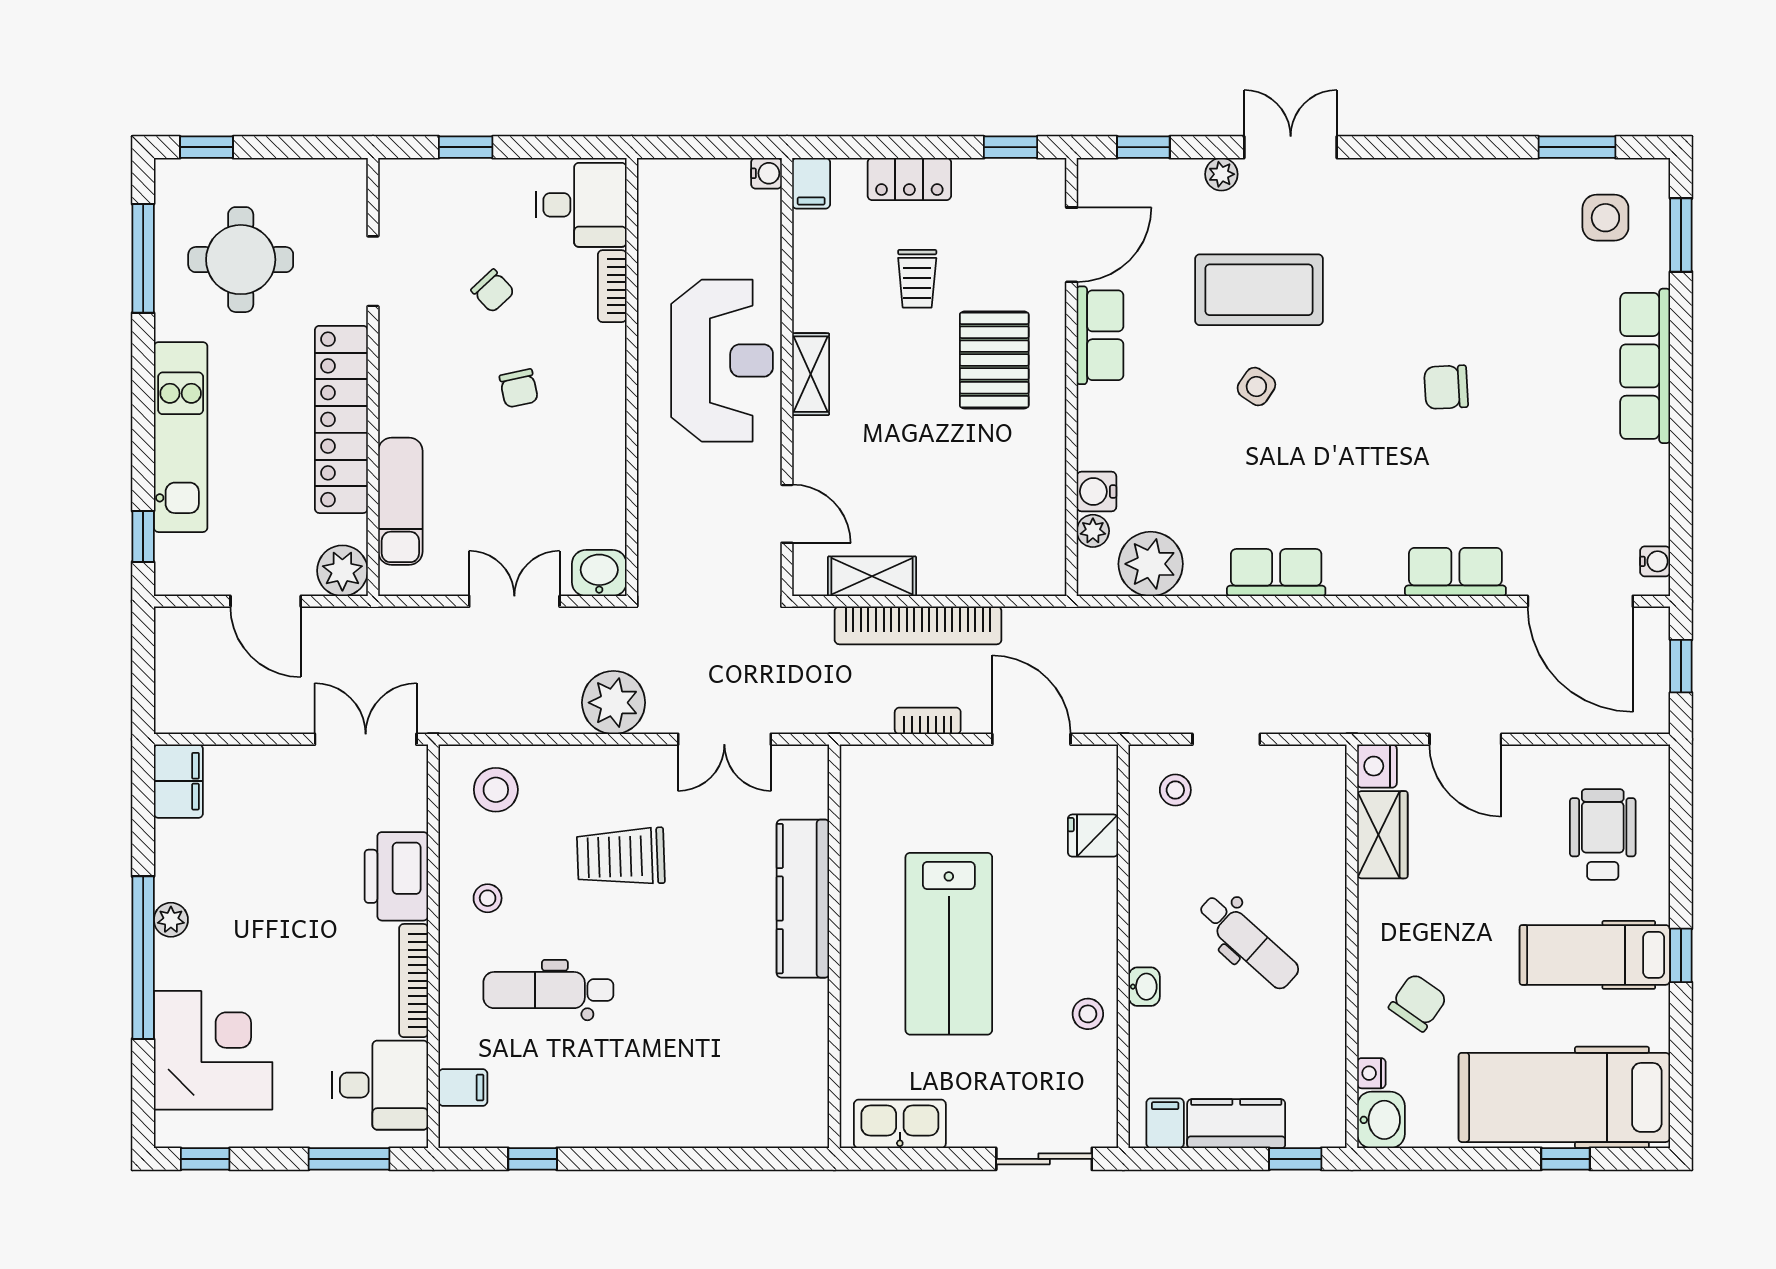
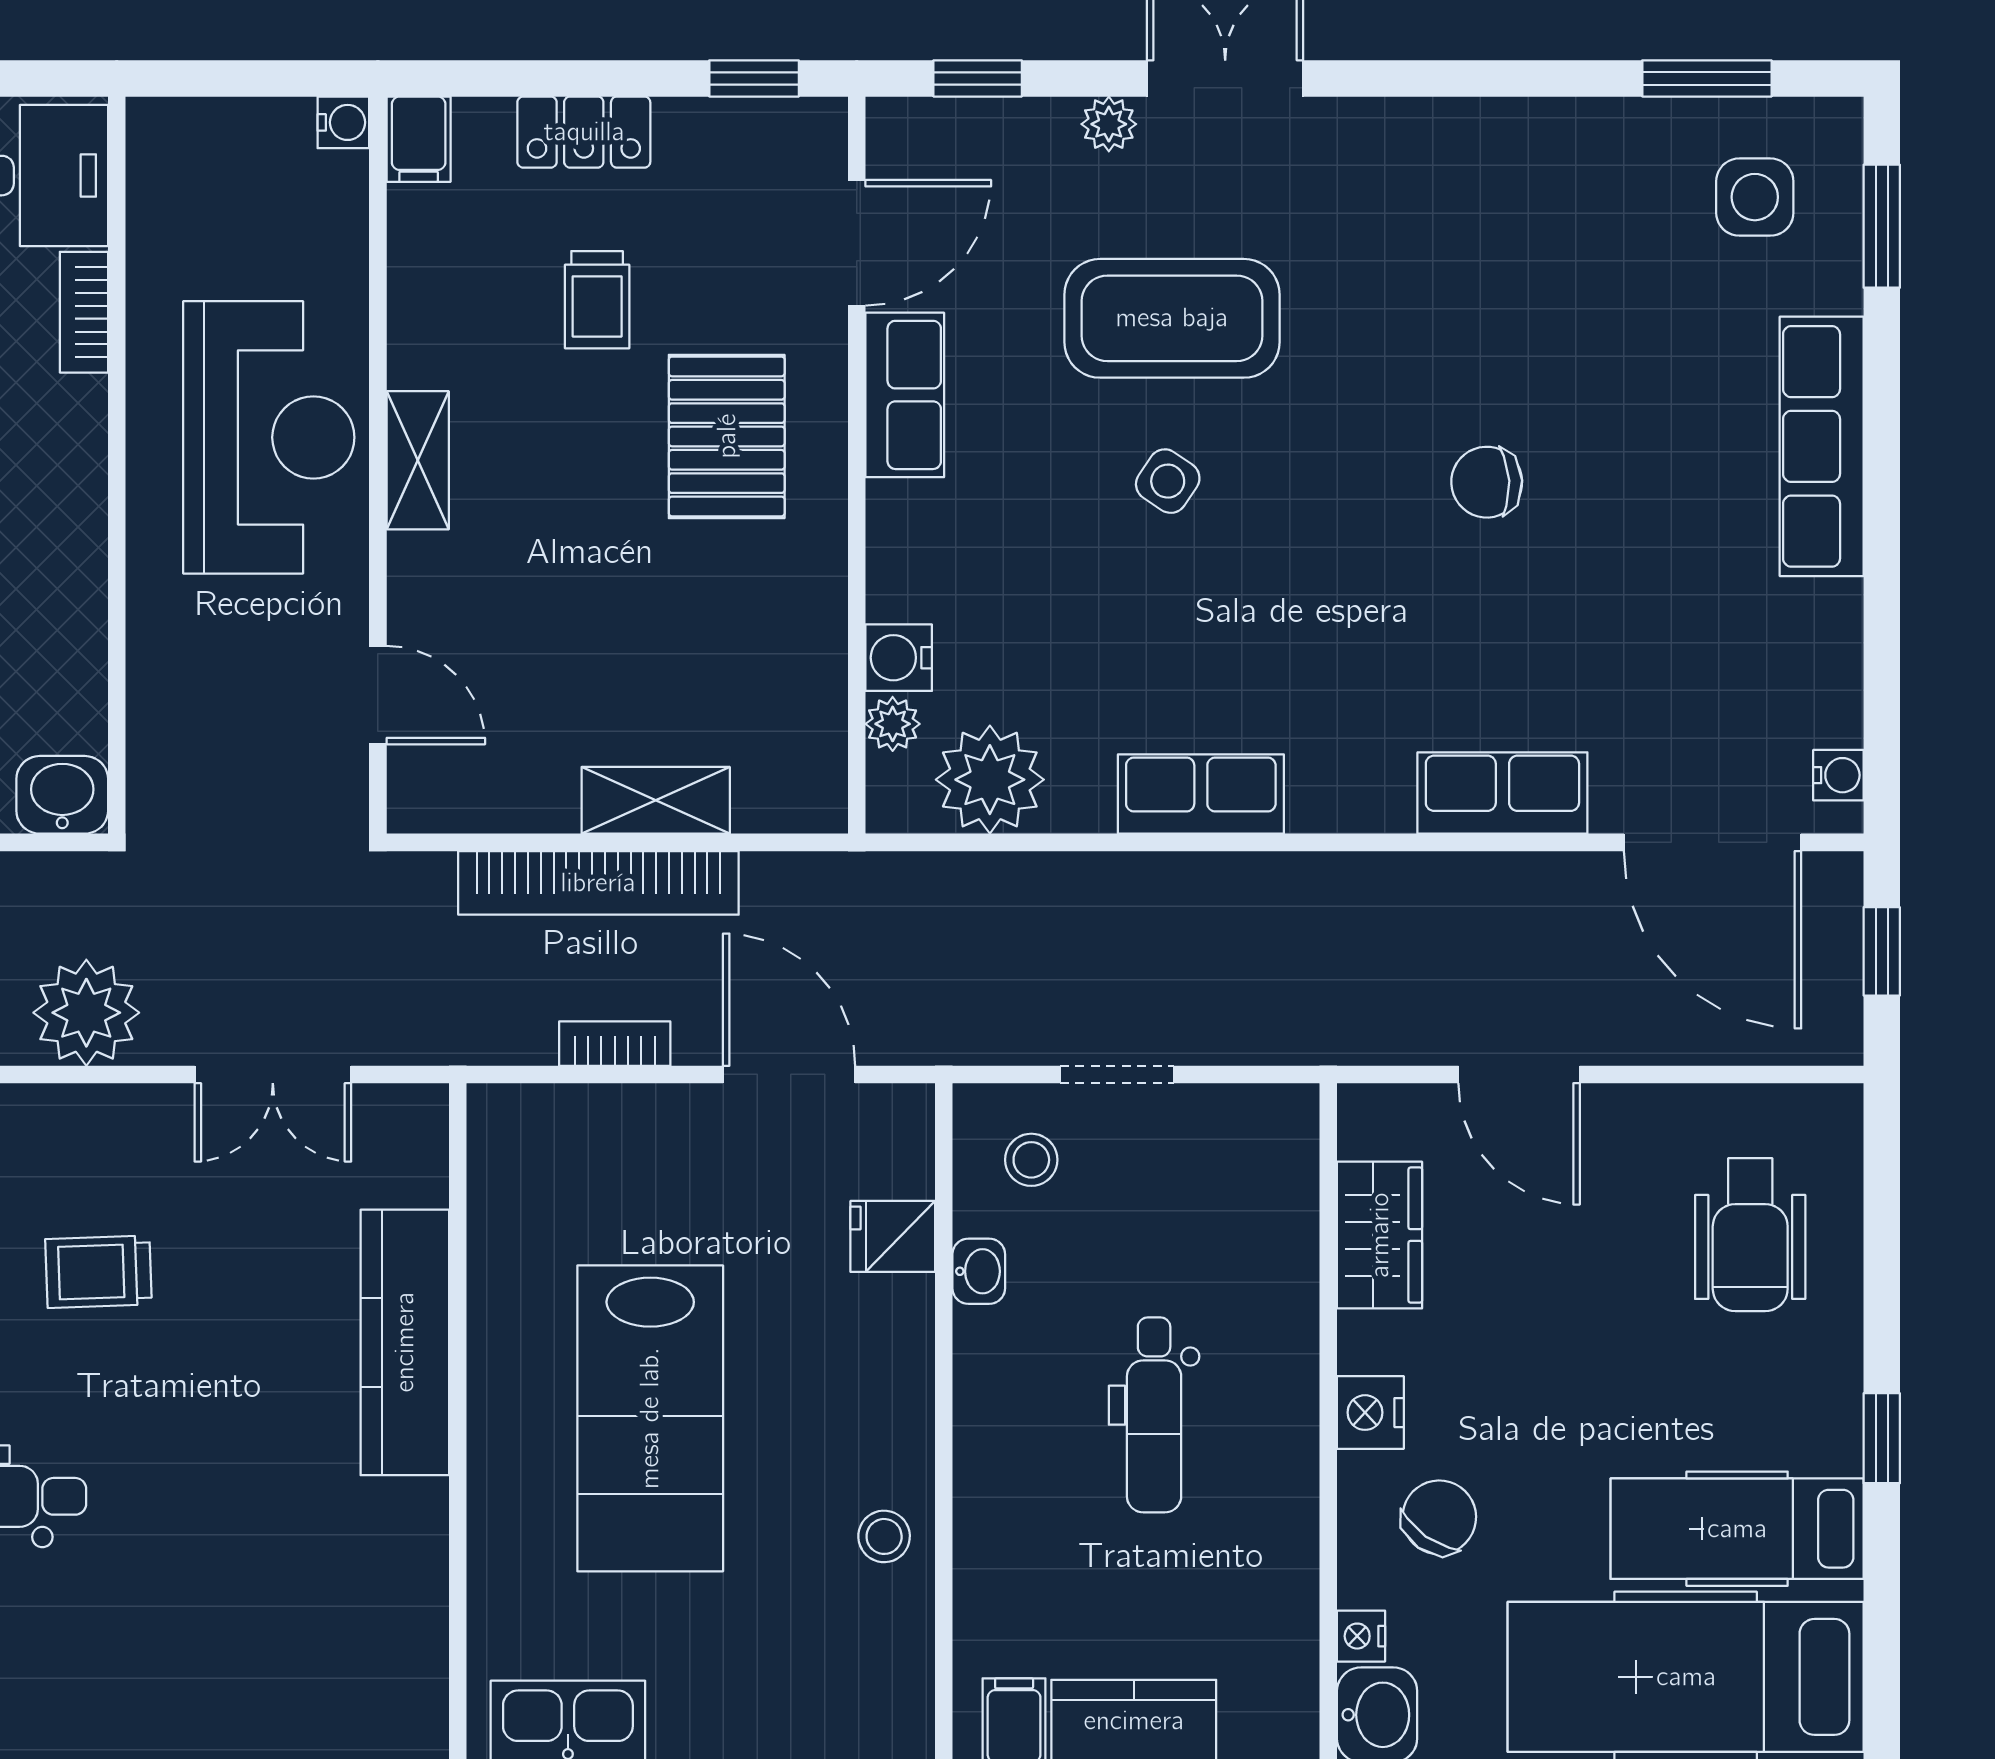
shelving: (872, 576) -> (656, 800), moved
nightstand: (1377, 766) -> (1370, 1413), moved
wheelchair: (1603, 835) -> (1750, 1235), turned 180
trolley: (621, 857) -> (99, 1272), width x0.73, depth x0.72
dental chair: (1248, 942) -> (1154, 1415), turned 48
hospital bed: (1595, 955) -> (1737, 1529), moved
washbasin: (1144, 987) -> (979, 1271), moved

